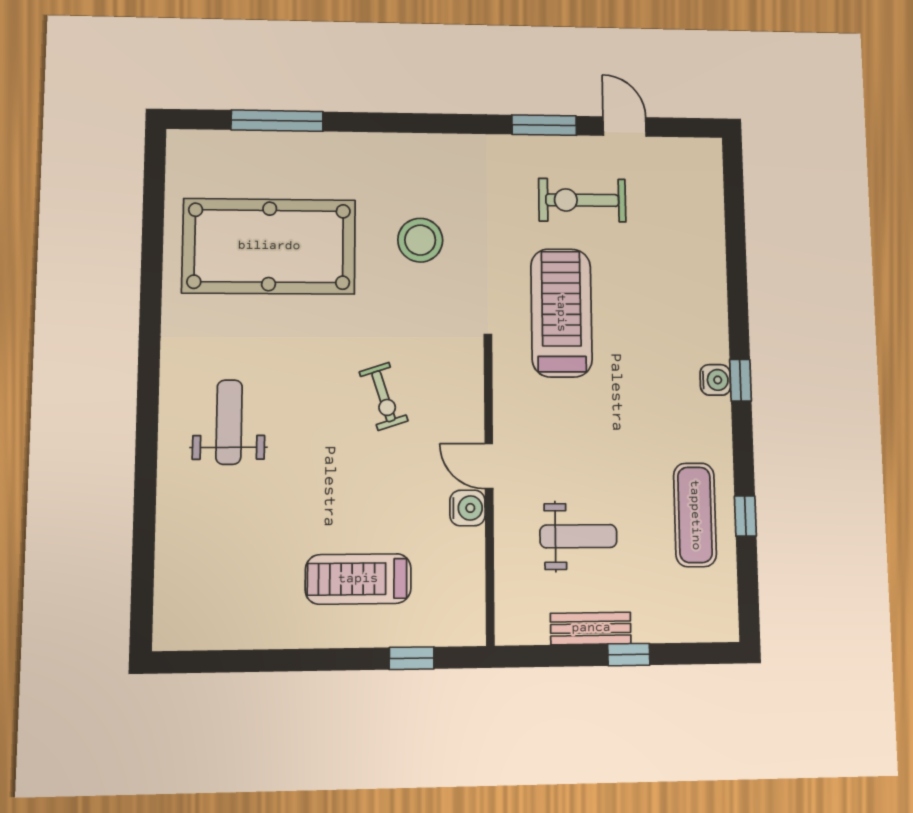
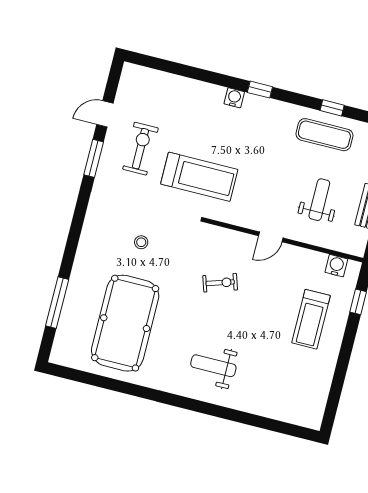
exercise bike: (582, 200) -> (140, 149), turned 180
stool: (420, 240) -> (141, 242), width x0.53, depth x0.53
treadmill: (561, 313) -> (199, 177), turned 180
water cooler: (715, 380) -> (234, 98), moved
water cooler: (467, 508) -> (336, 266), moved

